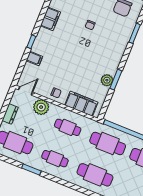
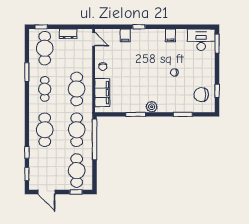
filing cabinet: (50, 19) -> (171, 35), width x0.50
plant: (107, 80) -> (152, 107), moved
plant: (41, 107) -> (85, 59), removed
cafe table: (68, 127) -> (77, 89), width x1.37, depth x1.35

